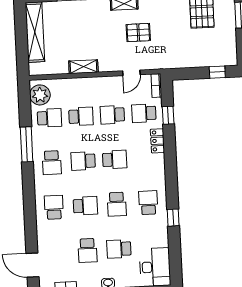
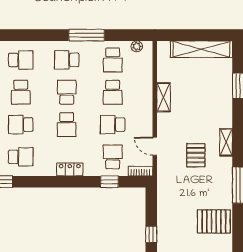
plant: (40, 95) -> (137, 46), width x0.53, depth x0.53
school desk: (112, 115) -> (113, 125), turned -90
locker: (157, 141) -> (70, 169), moved

